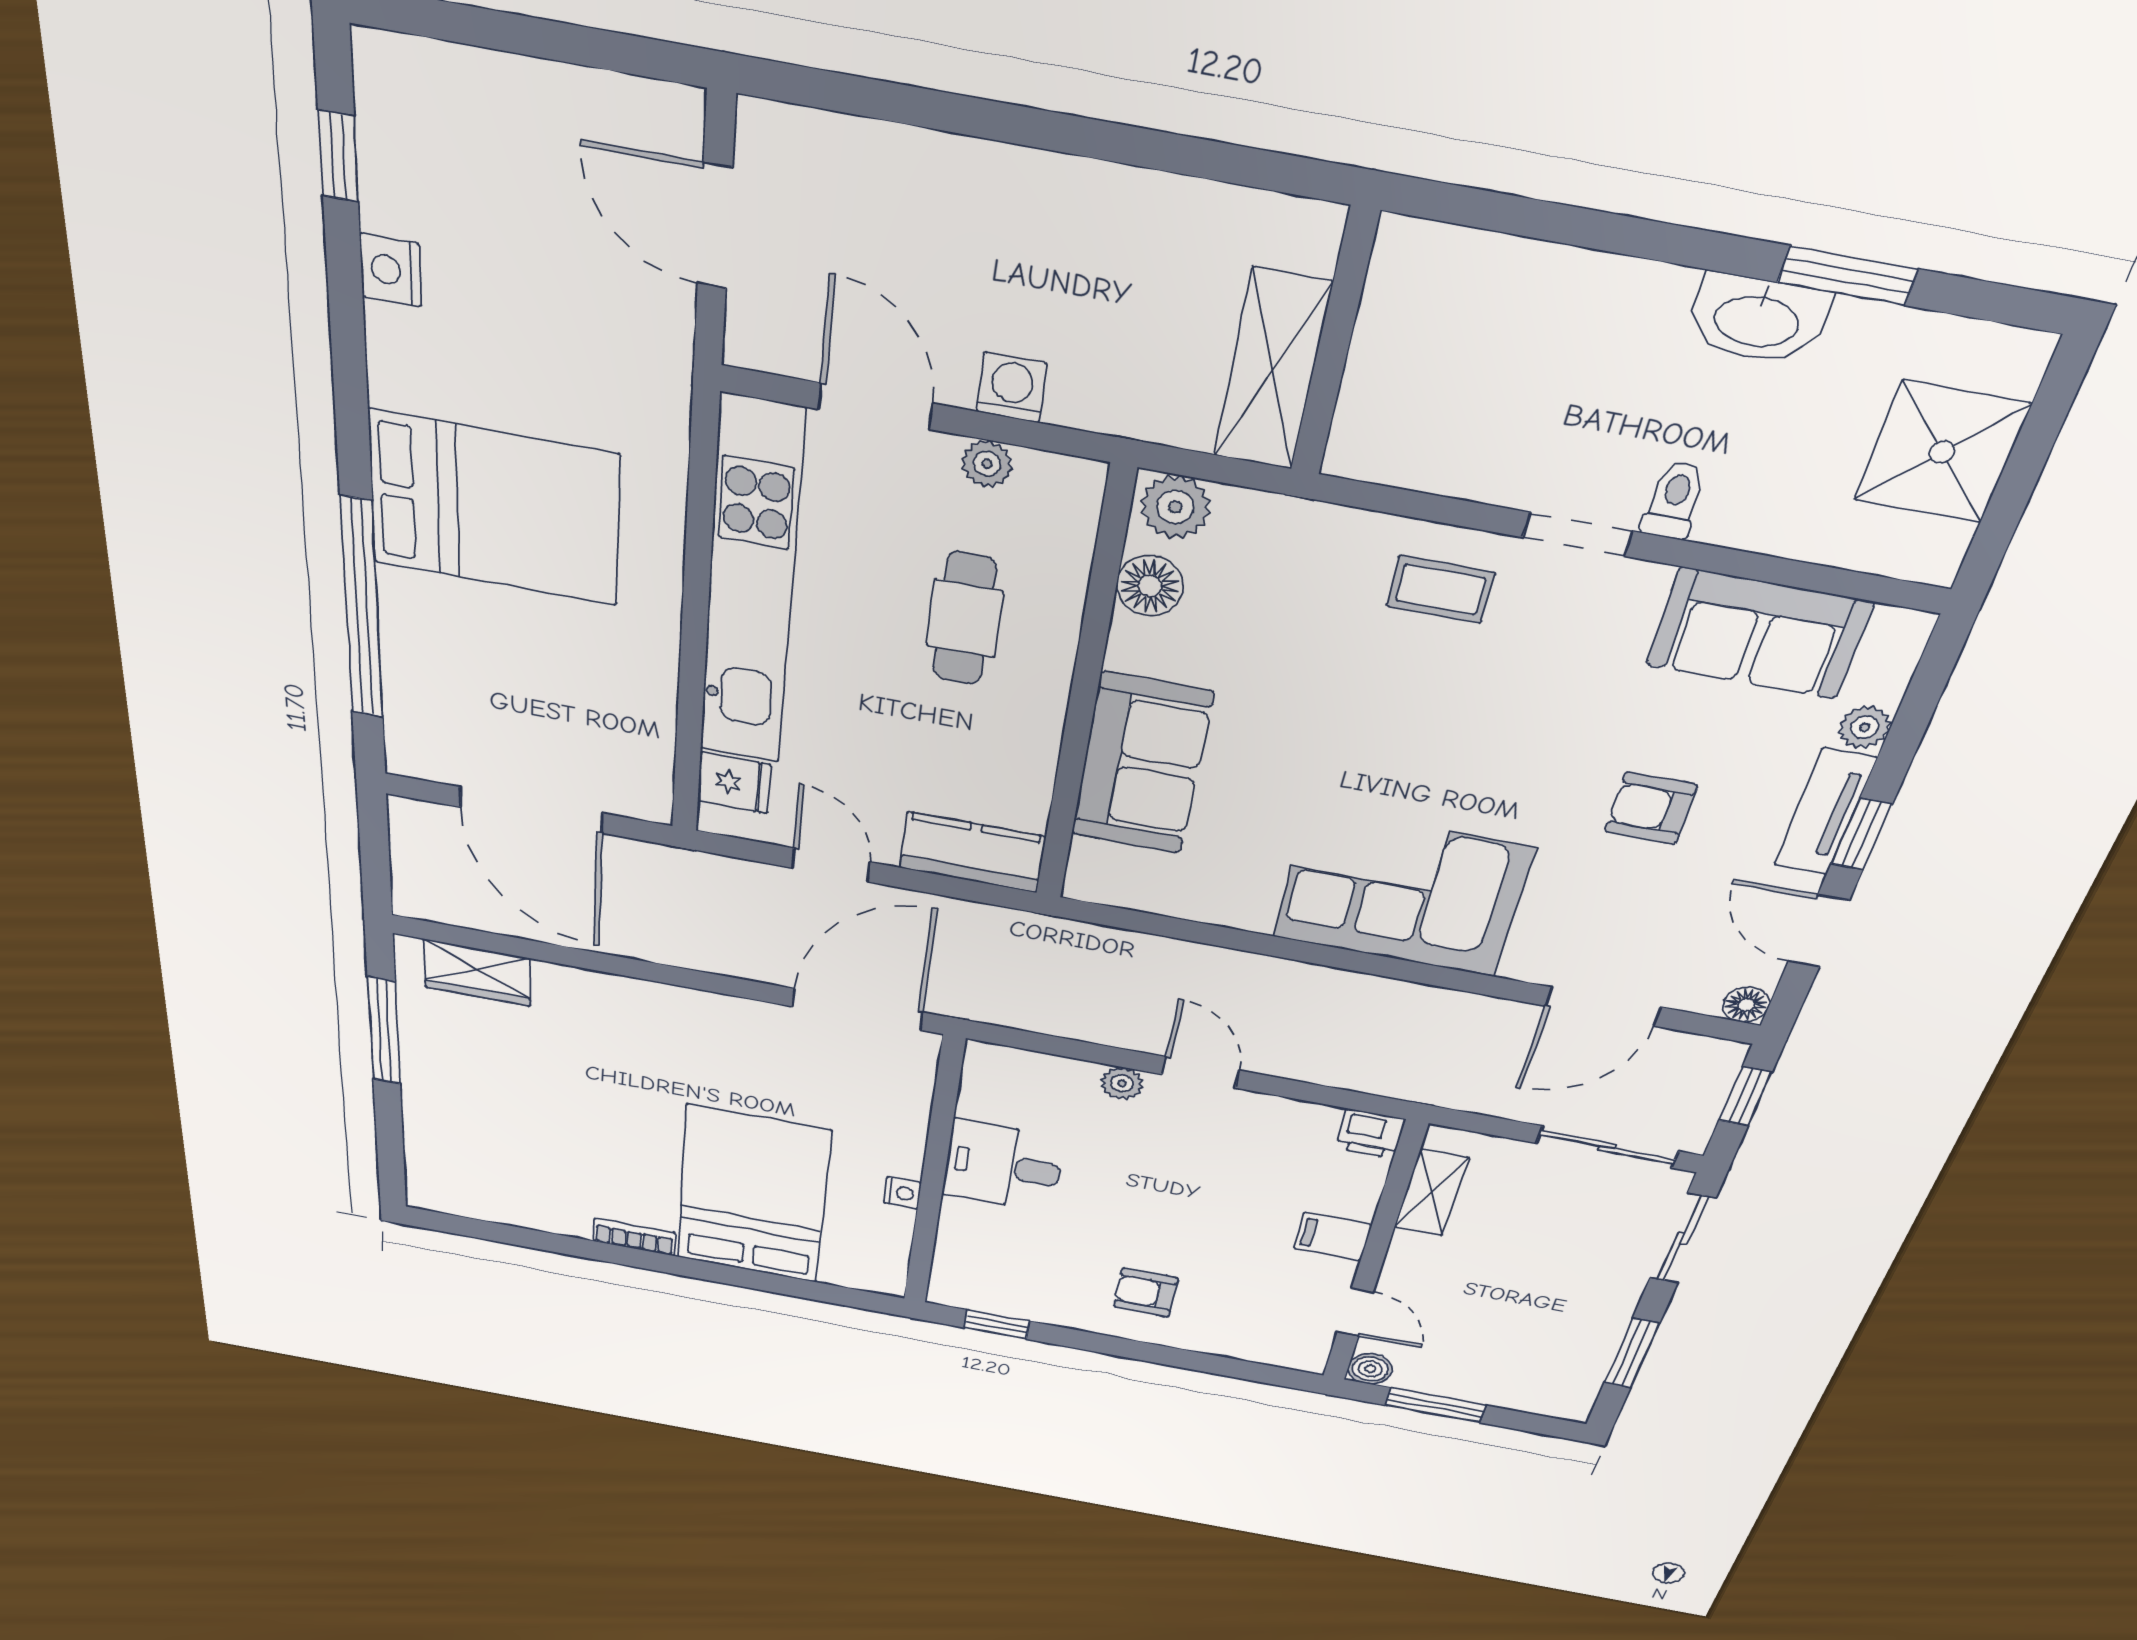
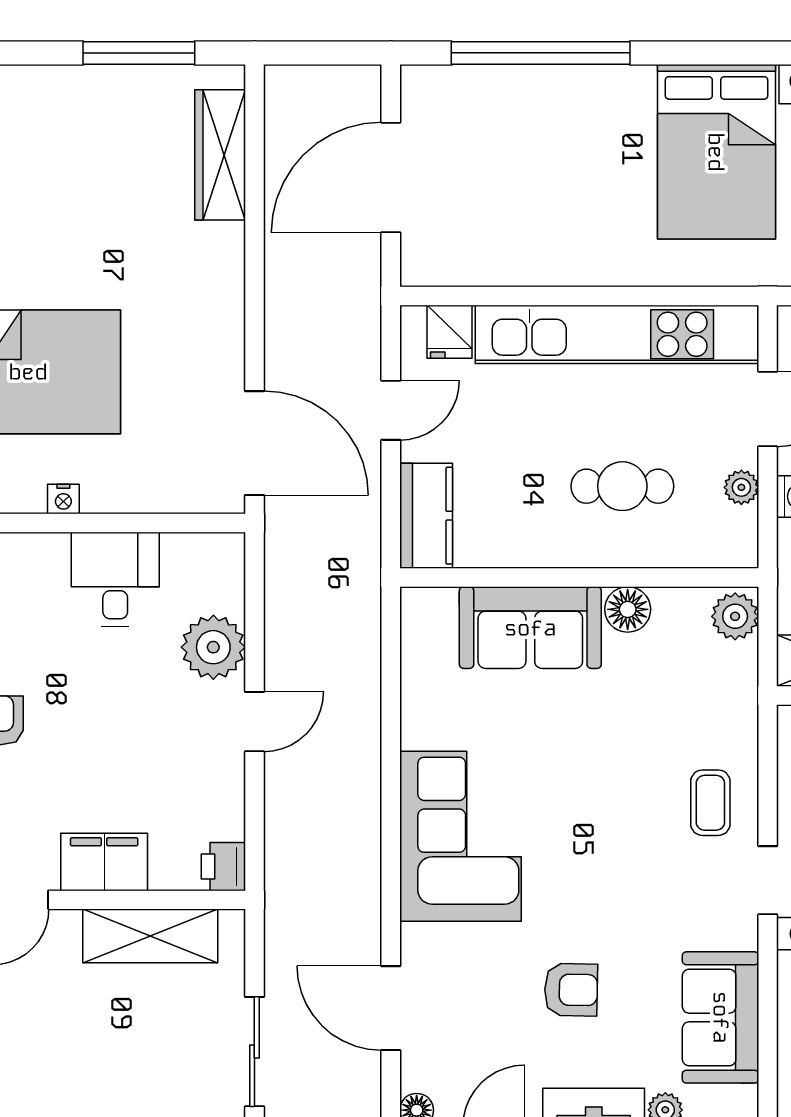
bed: (495, 509) -> (716, 152), moved
floor lamp: (1150, 586) -> (628, 609), moved
armchair: (1651, 808) -> (571, 990), turned 91
wardrobe: (477, 973) -> (220, 155), width x1.50
plant: (1122, 1083) -> (213, 647), width x1.88, depth x1.88
shelving: (1431, 1193) -> (150, 936), width x1.50, depth x1.33
filing cabinet: (1333, 1237) -> (104, 862), width x2.00

